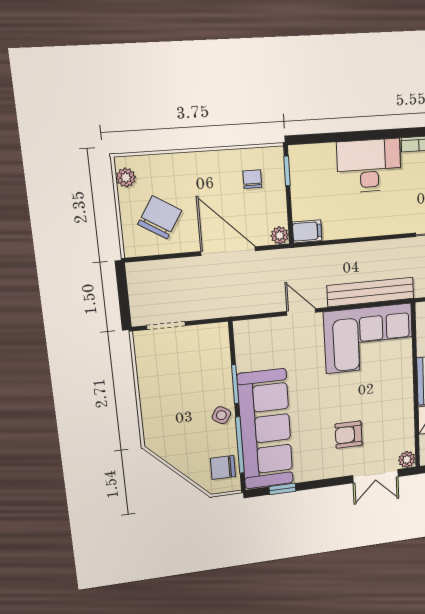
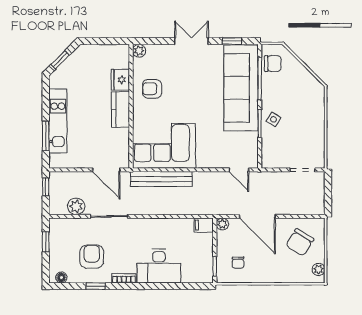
door: (301, 312) -> (239, 170), moved
side table: (221, 415) -> (273, 119), moved
armchair: (349, 435) -> (152, 89), moved, turned 180
double door: (375, 476) -> (192, 41), moved

